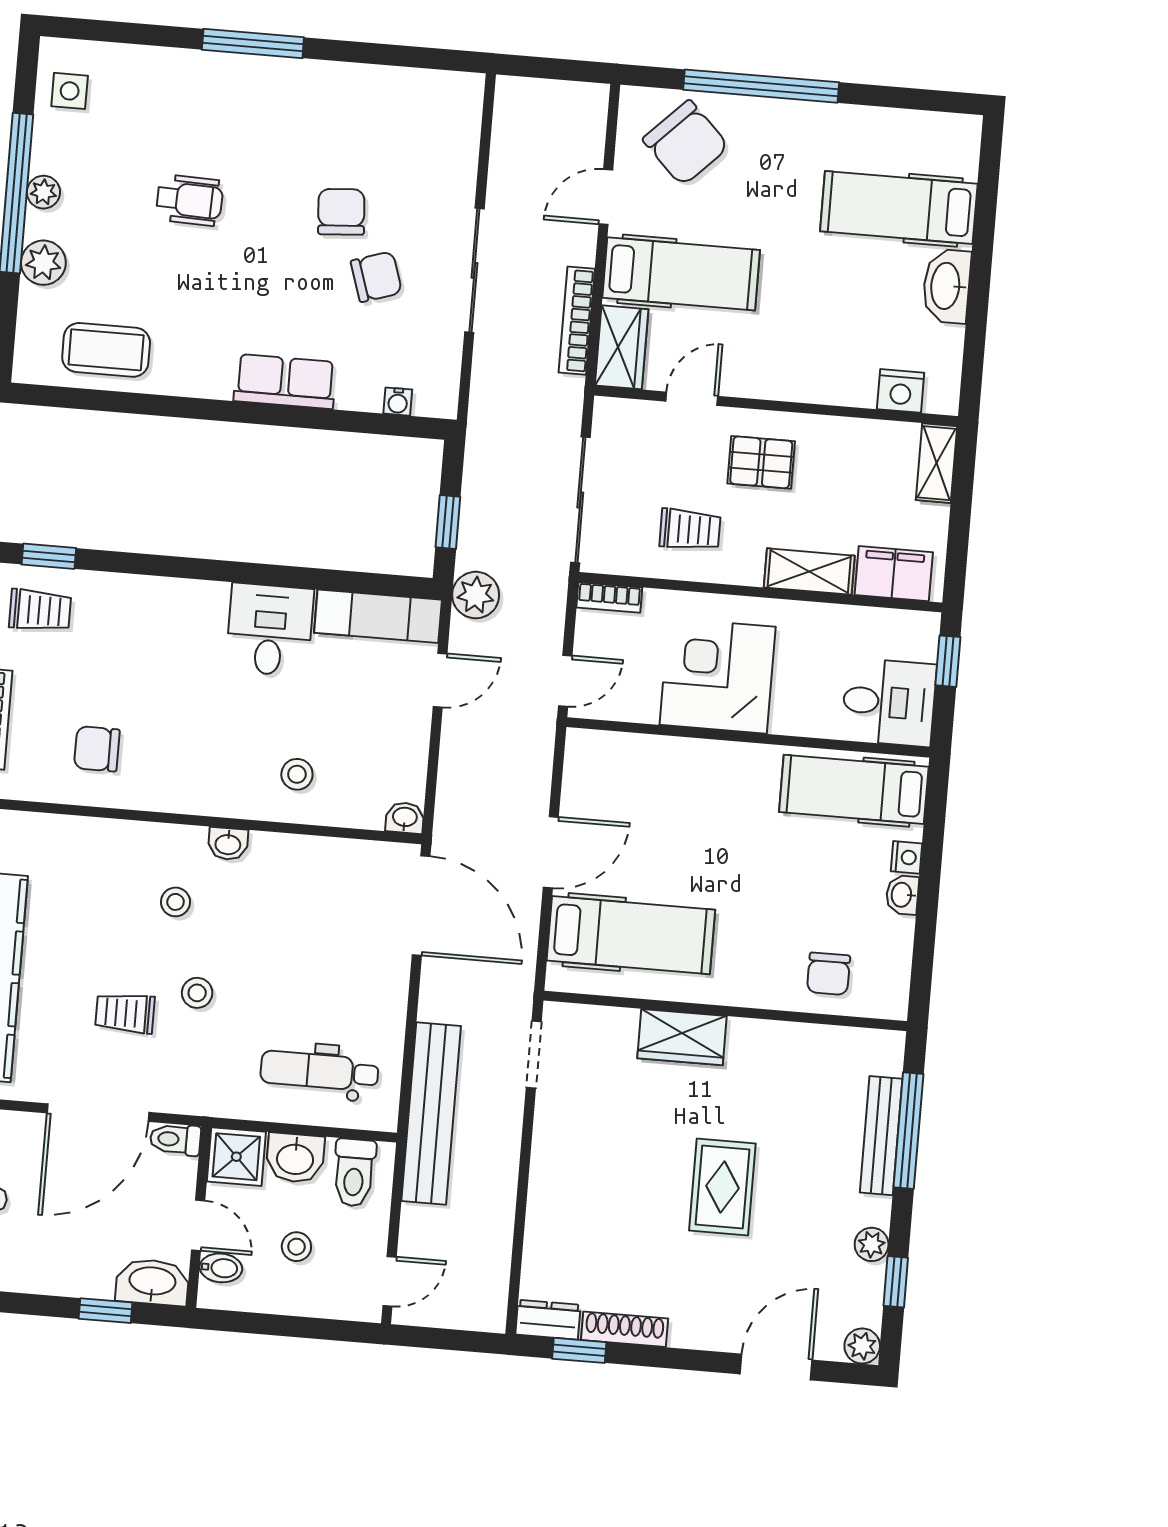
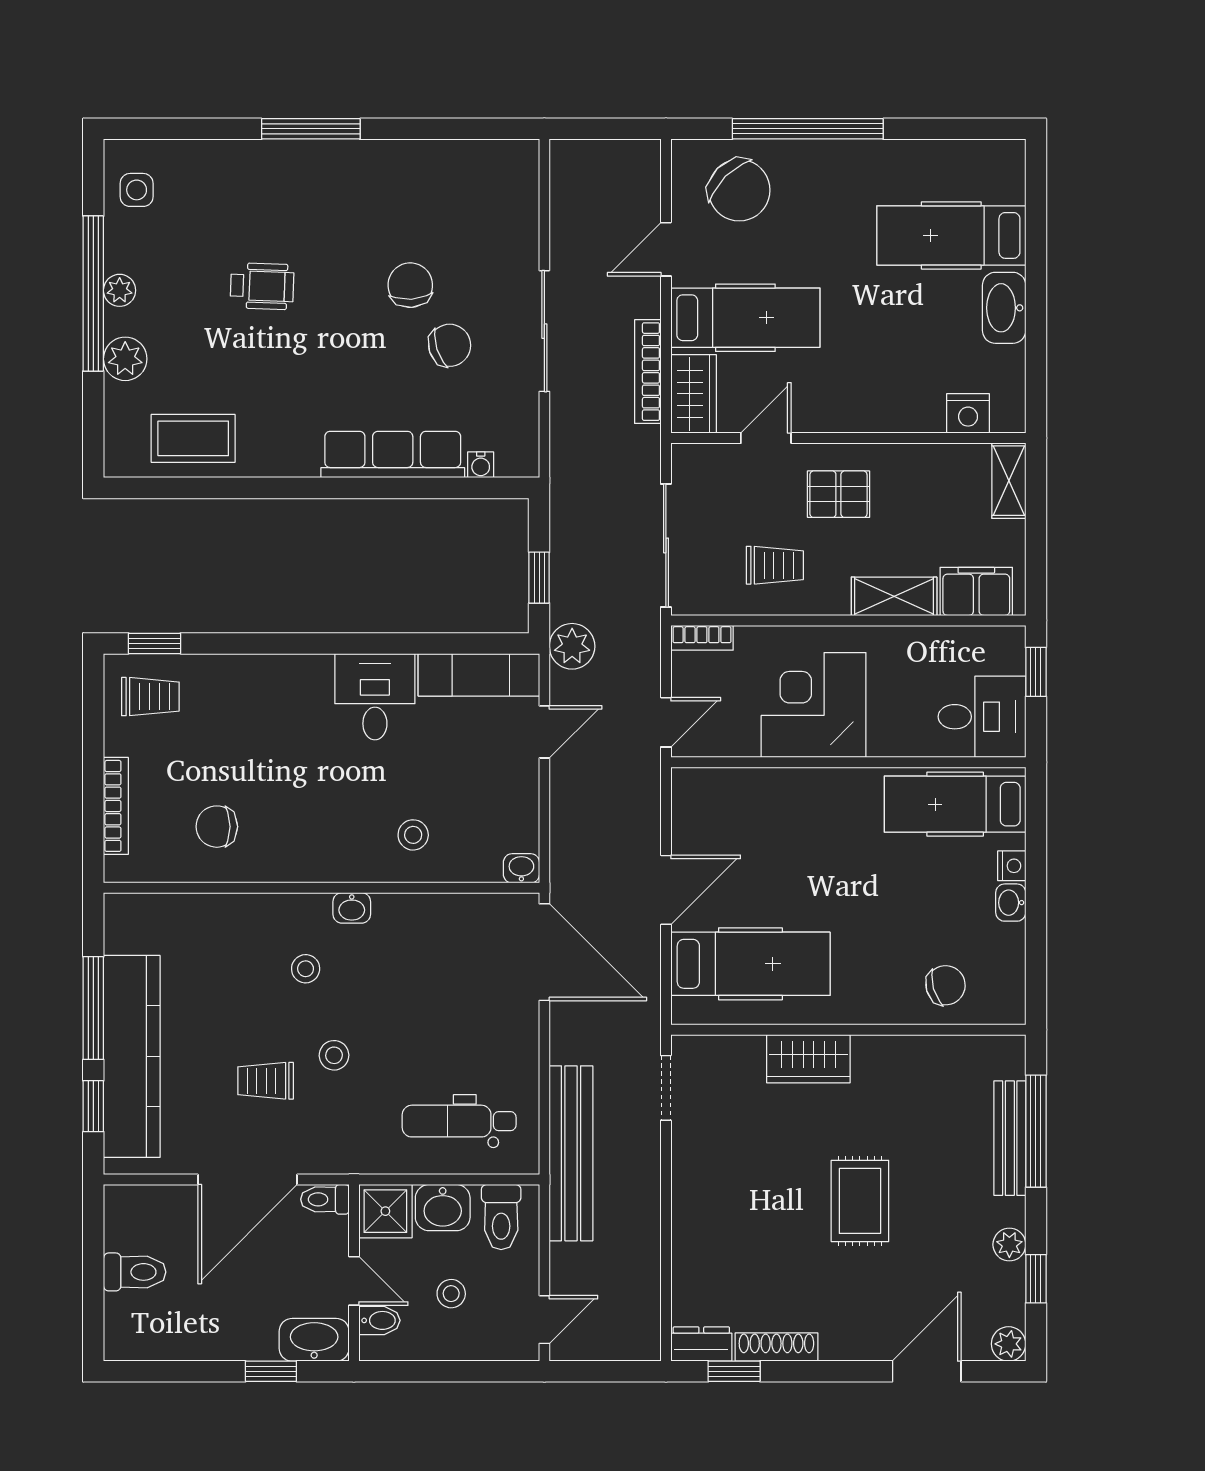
row of seats: (285, 382) -> (393, 455), width x1.48
chair: (829, 974) -> (946, 985), turned -106

